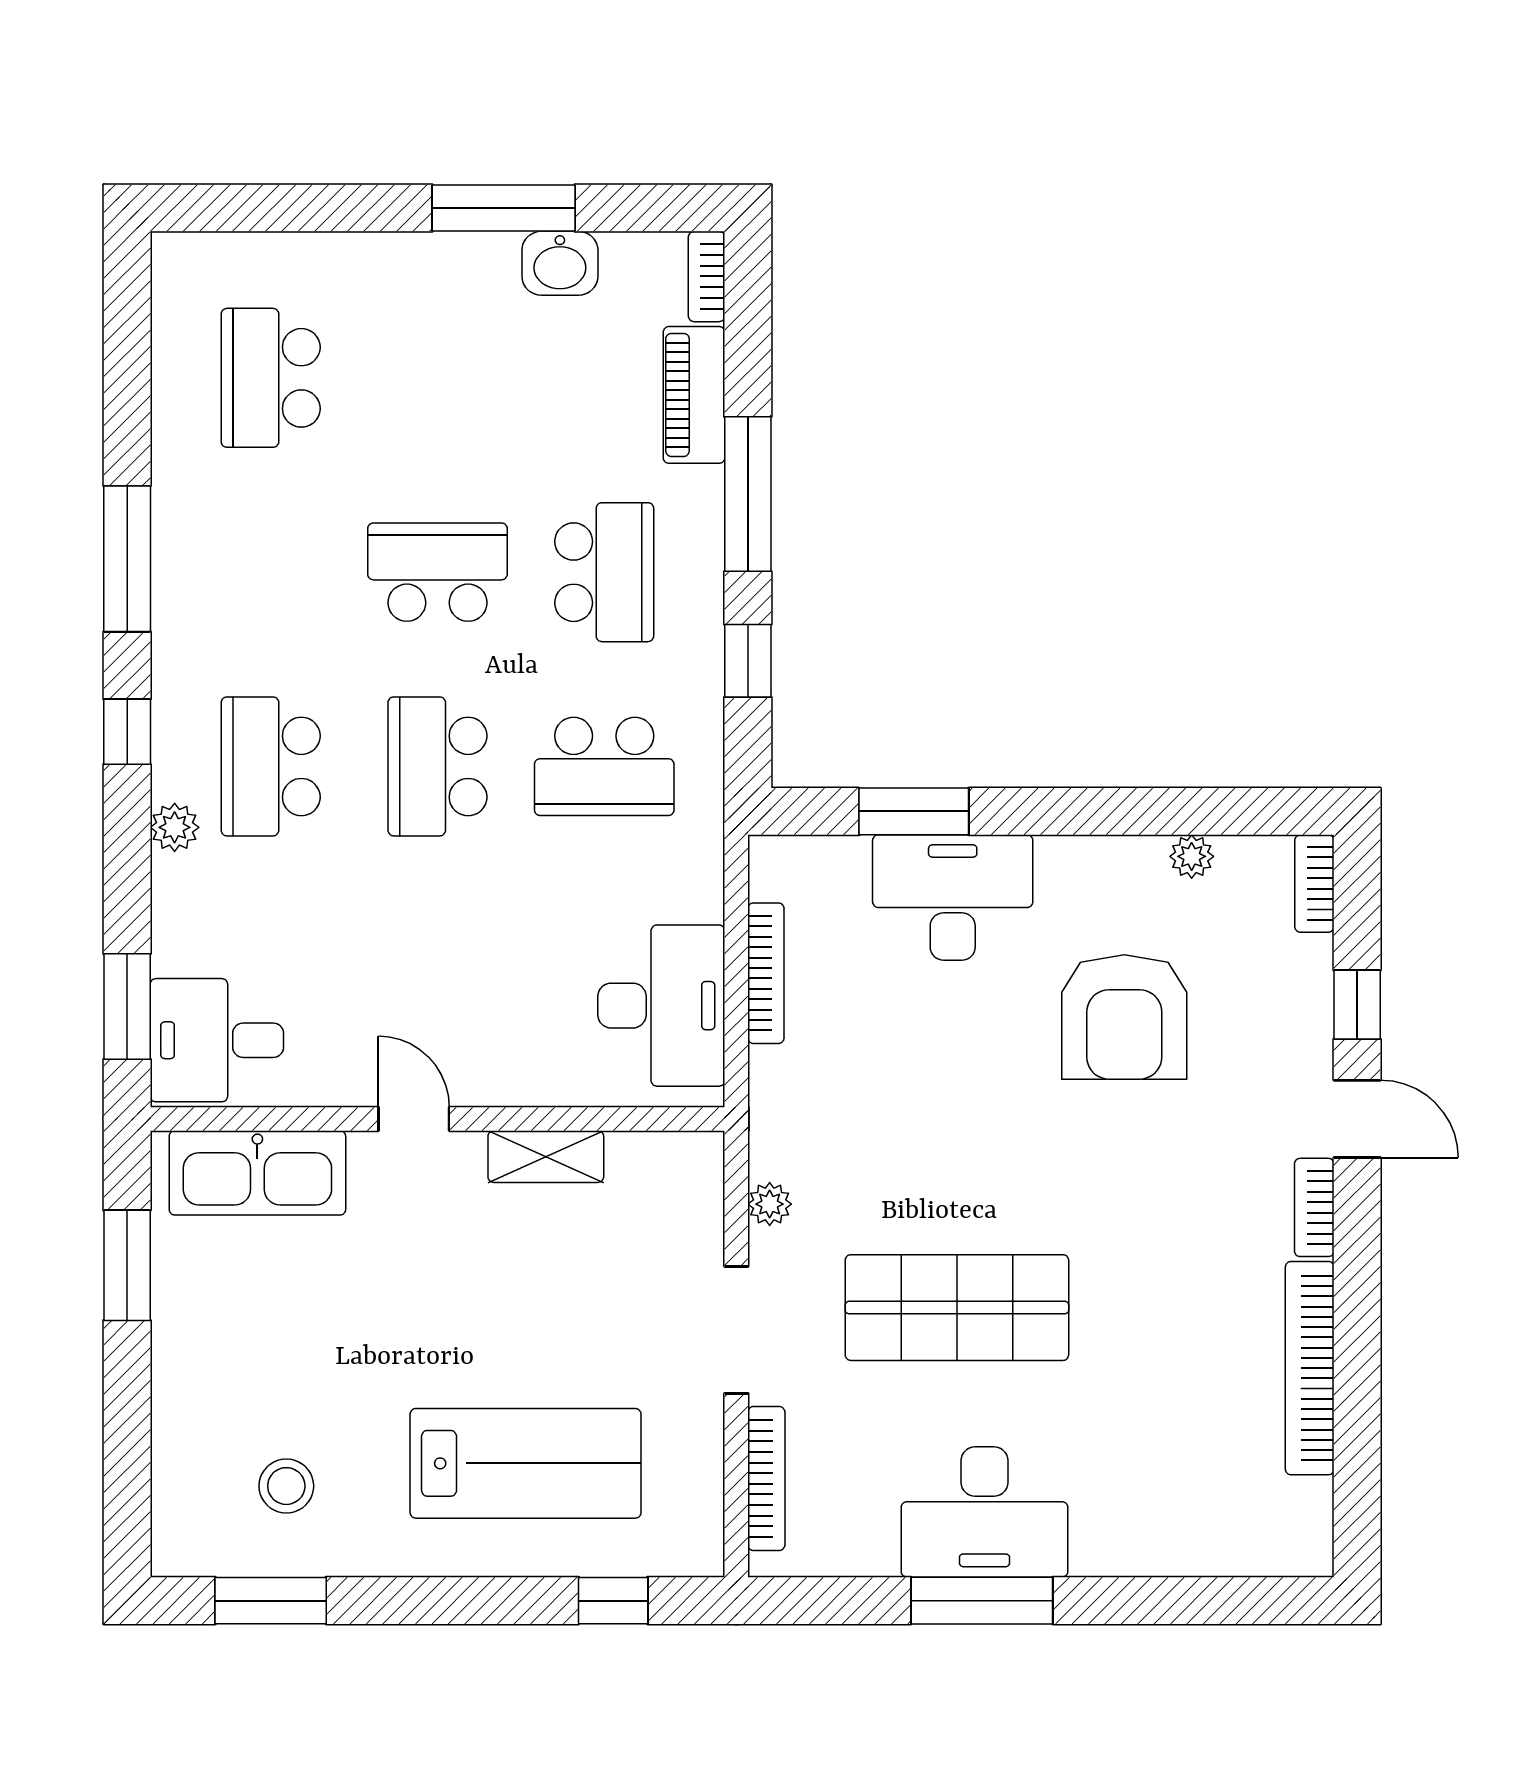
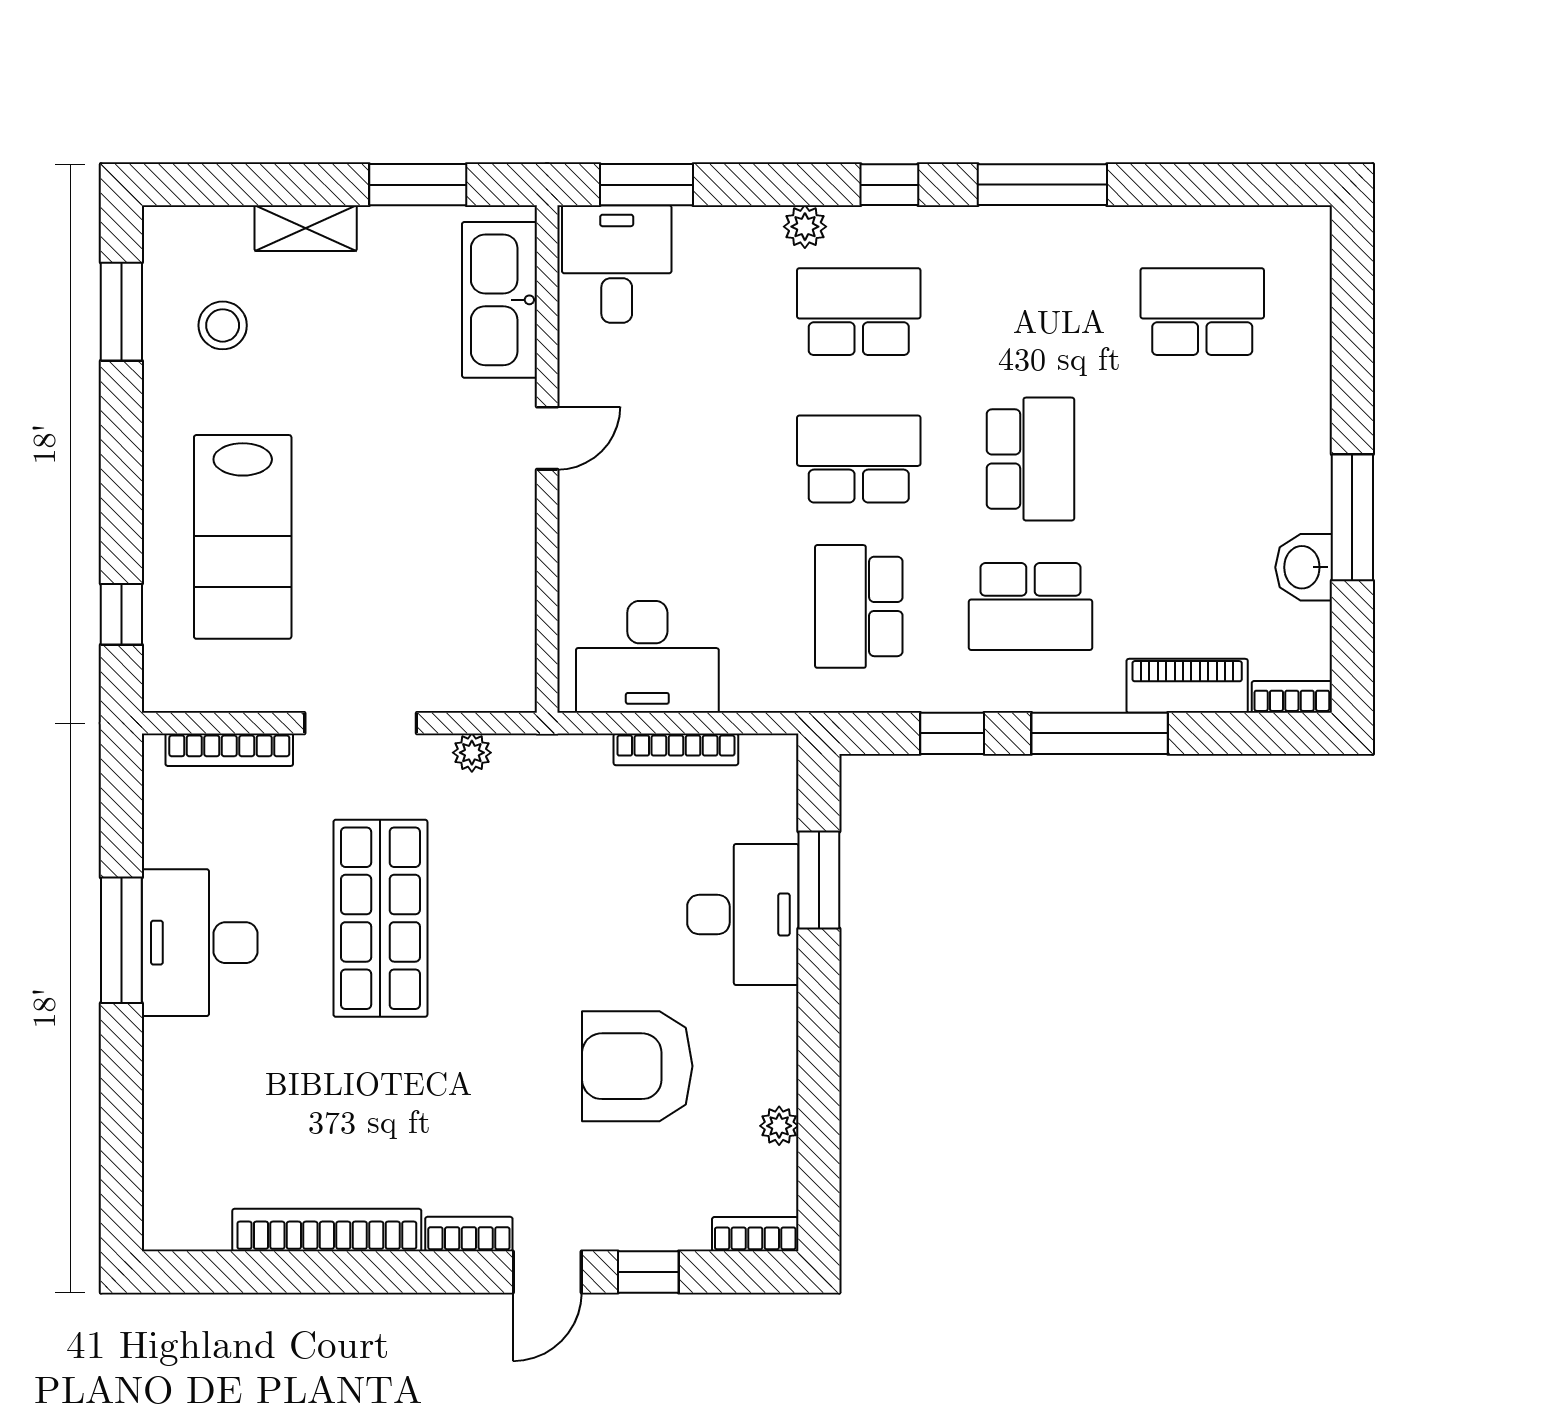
shelving: (546, 1157) -> (306, 228), moved, turned 90

